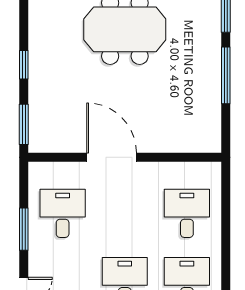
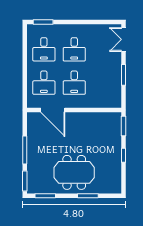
door: (112, 157) -> (53, 110), moved
desk: (63, 213) -> (74, 83), moved

